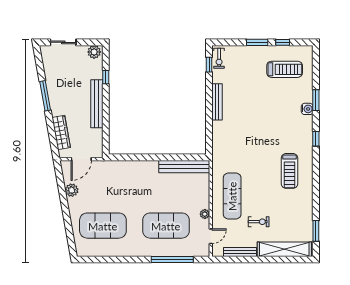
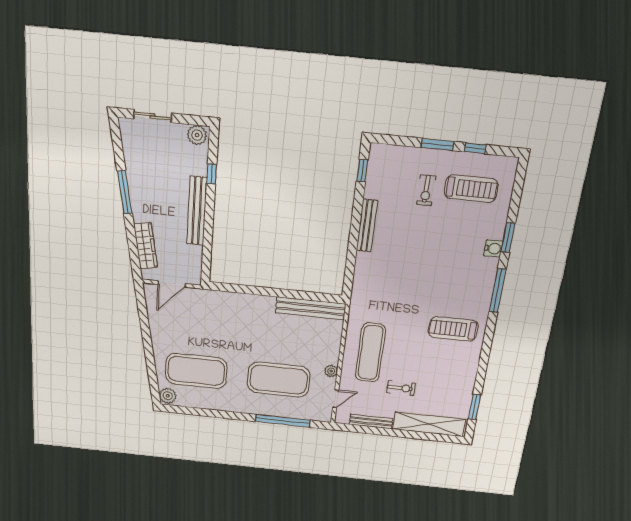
exercise bike: (219, 58) -> (426, 190), moved
window: (316, 139) -> (498, 290), width x2.17
treadmill: (289, 171) -> (453, 329), turned 90
plant: (72, 190) -> (168, 396), moved

